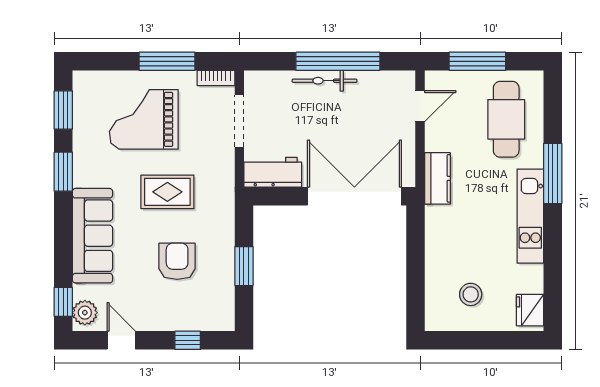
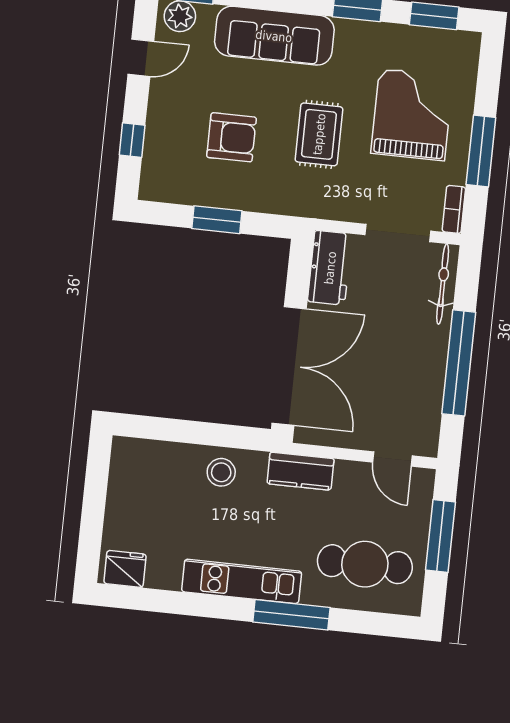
bicycle: (324, 81) -> (443, 284), moved
stool: (471, 294) -> (221, 472), moved

